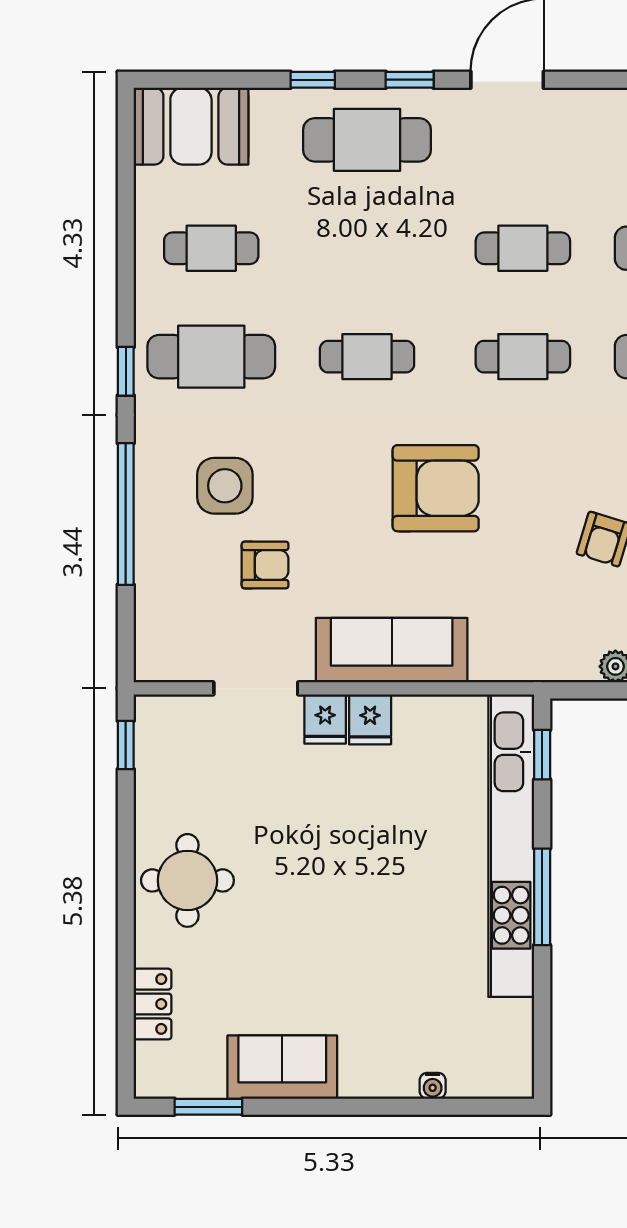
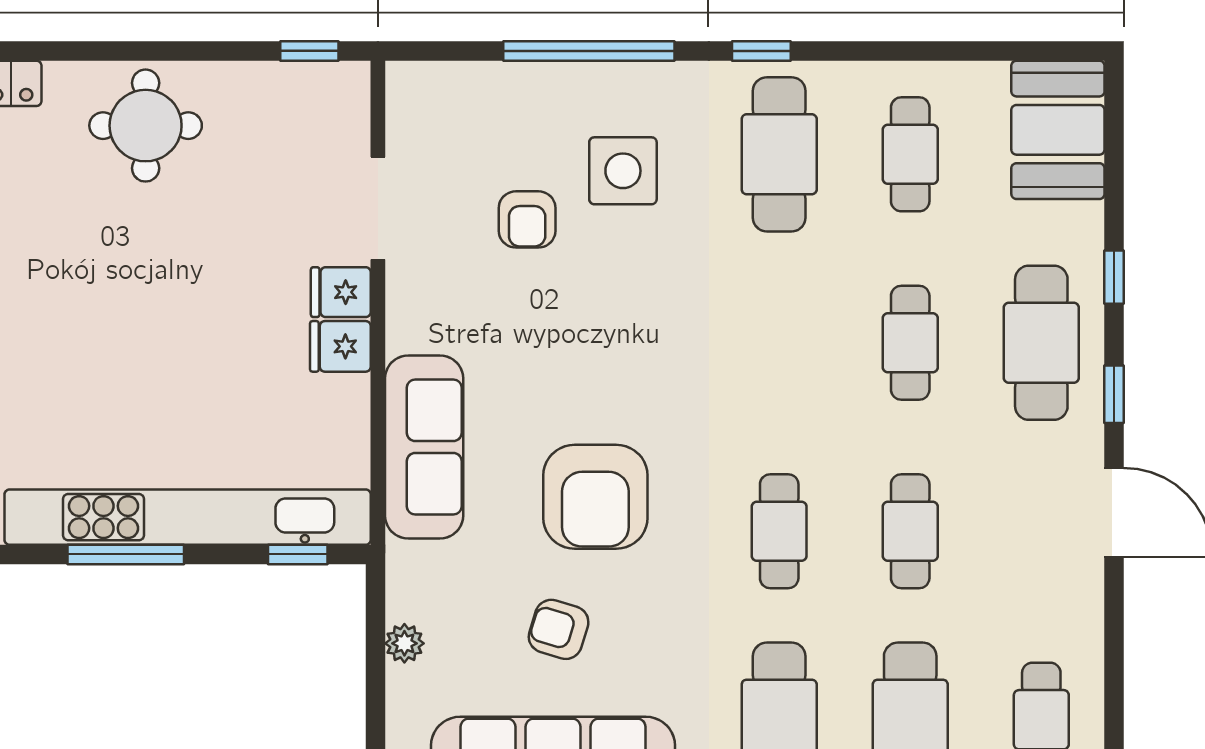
cafe table: (367, 357) -> (910, 343), moved
armchair: (436, 488) -> (595, 497), moved
sofa: (392, 650) -> (424, 447), moved

